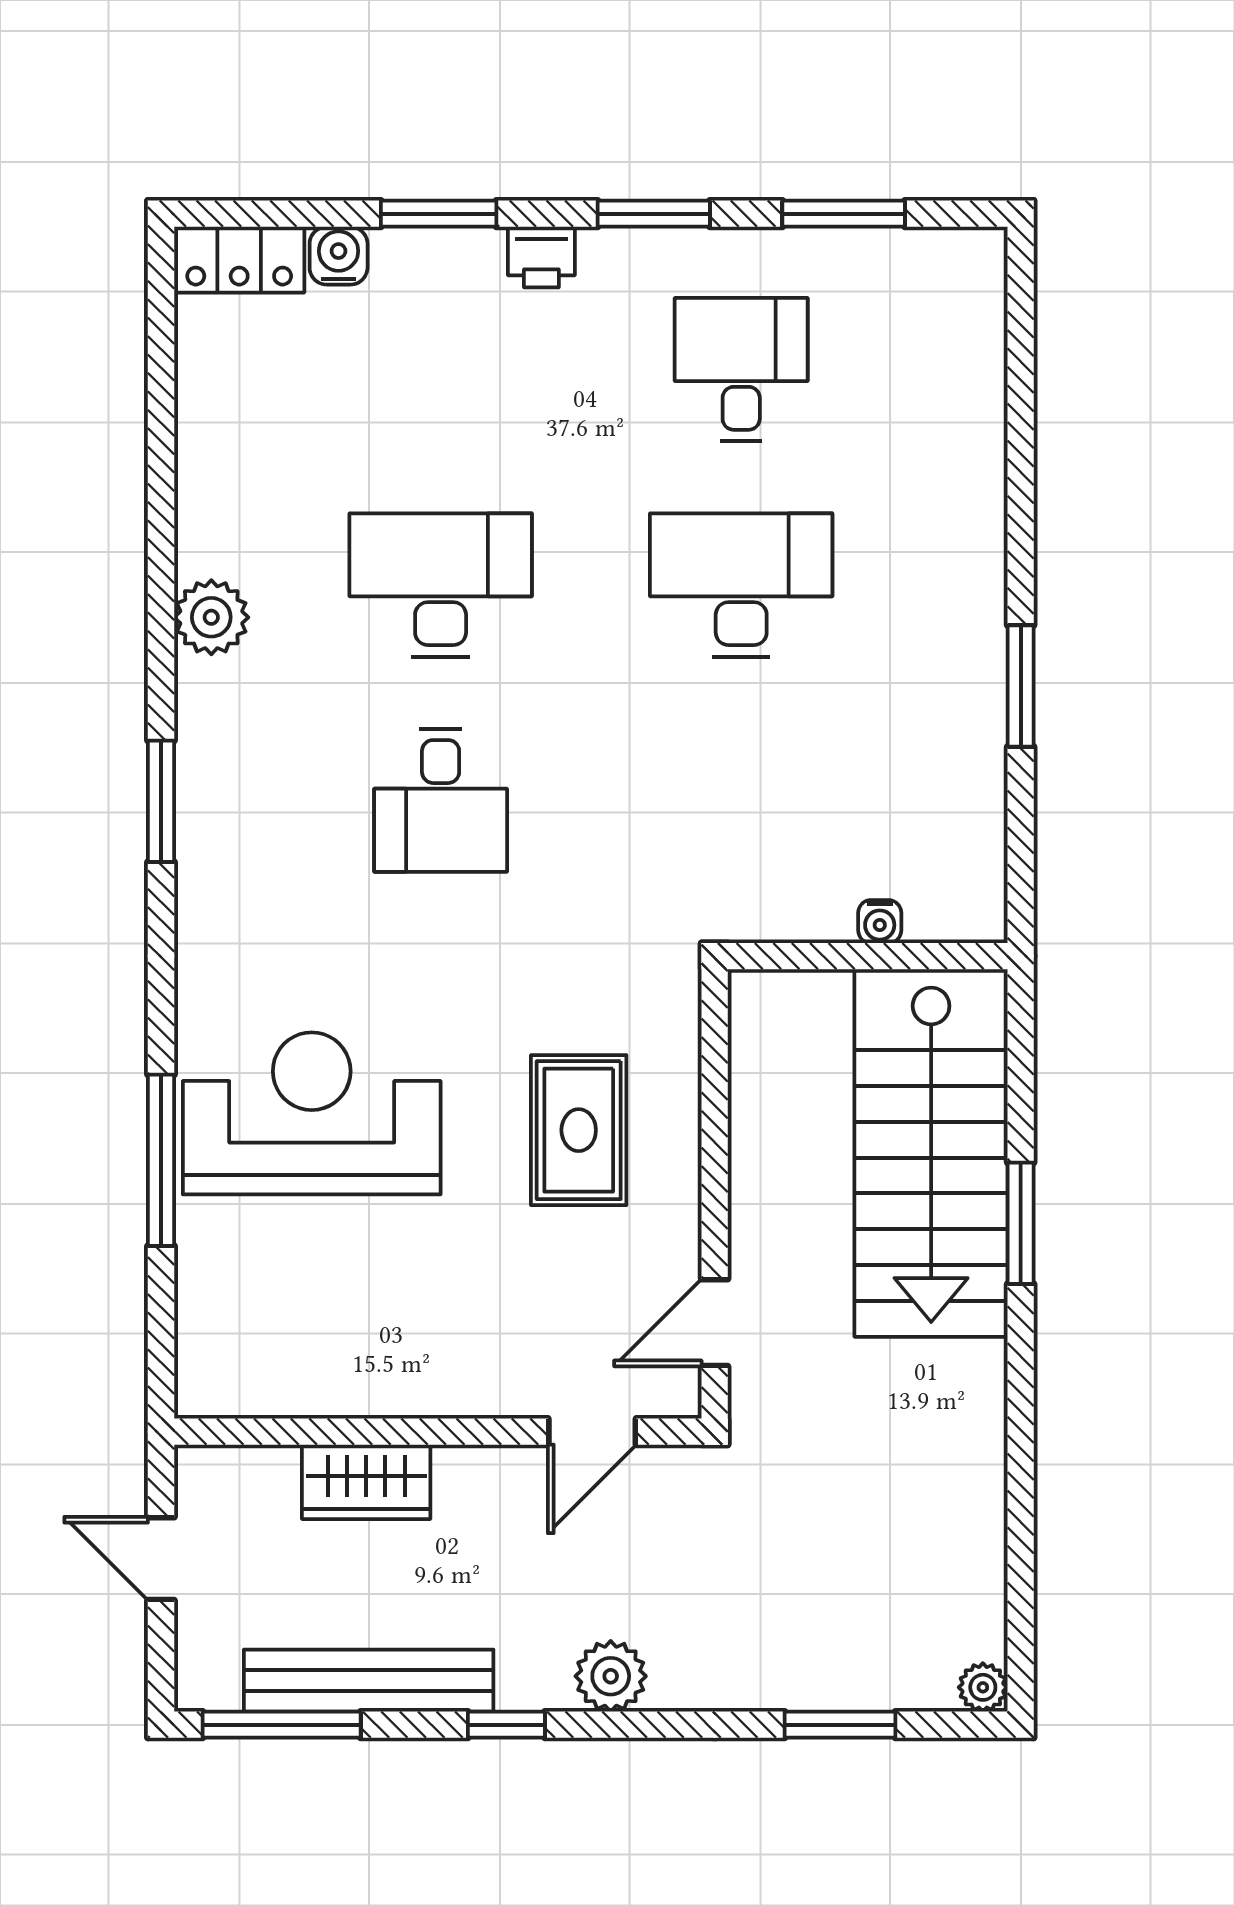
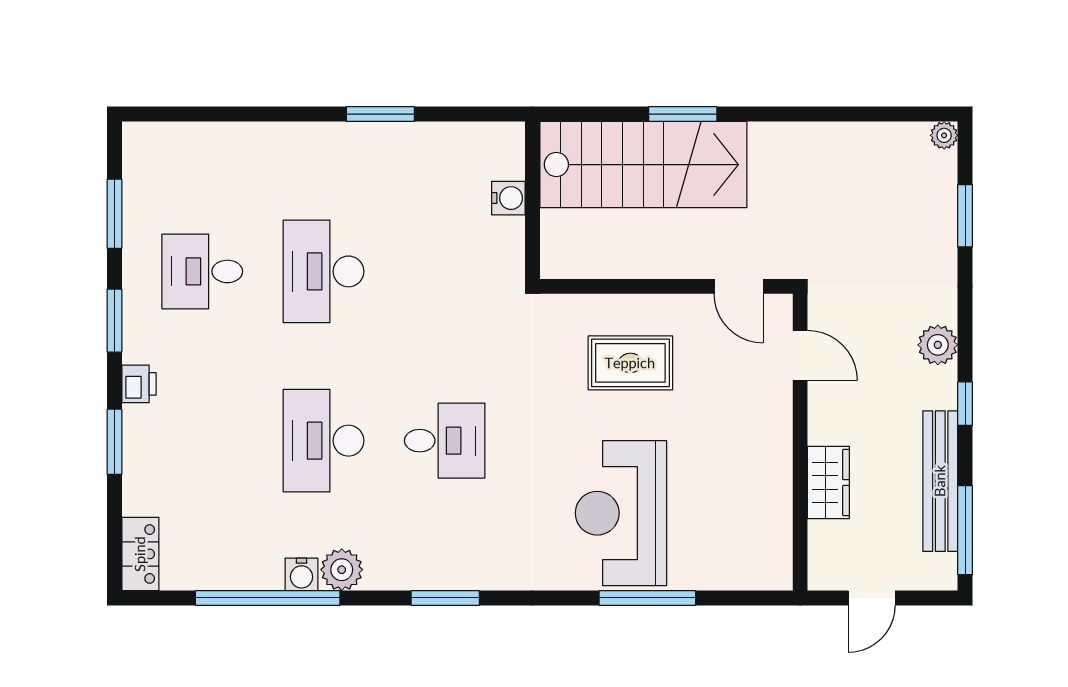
water cooler: (339, 256) -> (301, 574), moved, turned -90
window: (161, 486) -> (268, 598), added
water cooler: (880, 922) -> (508, 198), width x1.38, depth x1.38

